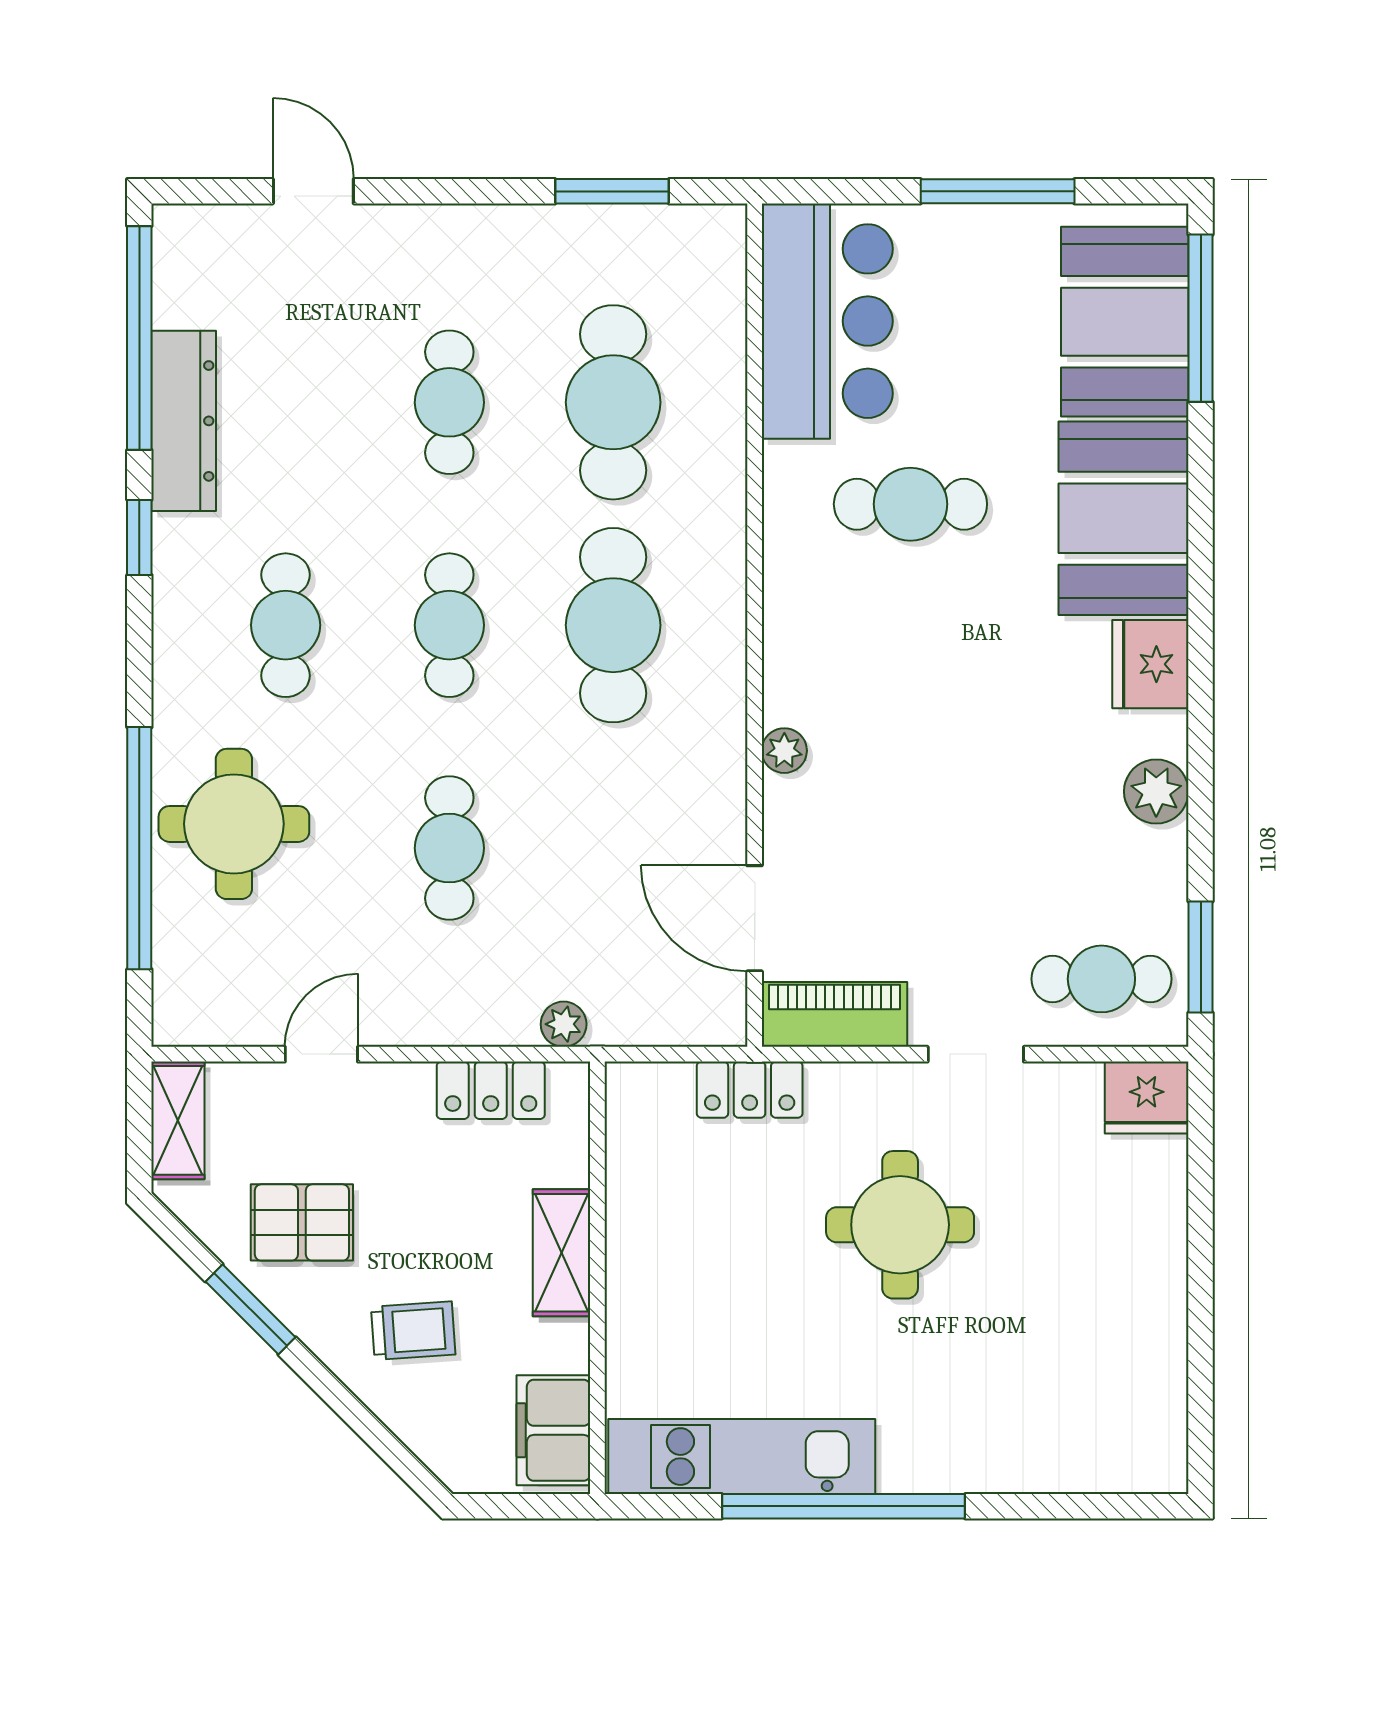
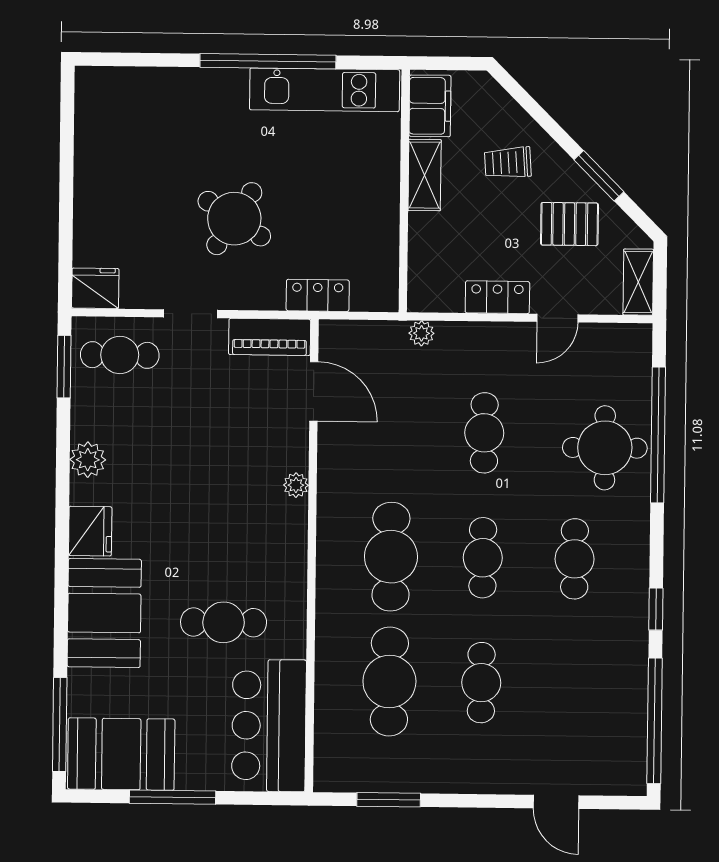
booth: (1125, 322) -> (121, 754), moved, turned 90
dresser: (184, 421) -> (630, 674), removed
locker: (491, 1090) -> (497, 297), moved
round table: (900, 1225) -> (234, 219), turned 33
shelving: (561, 1253) -> (425, 175), moved

